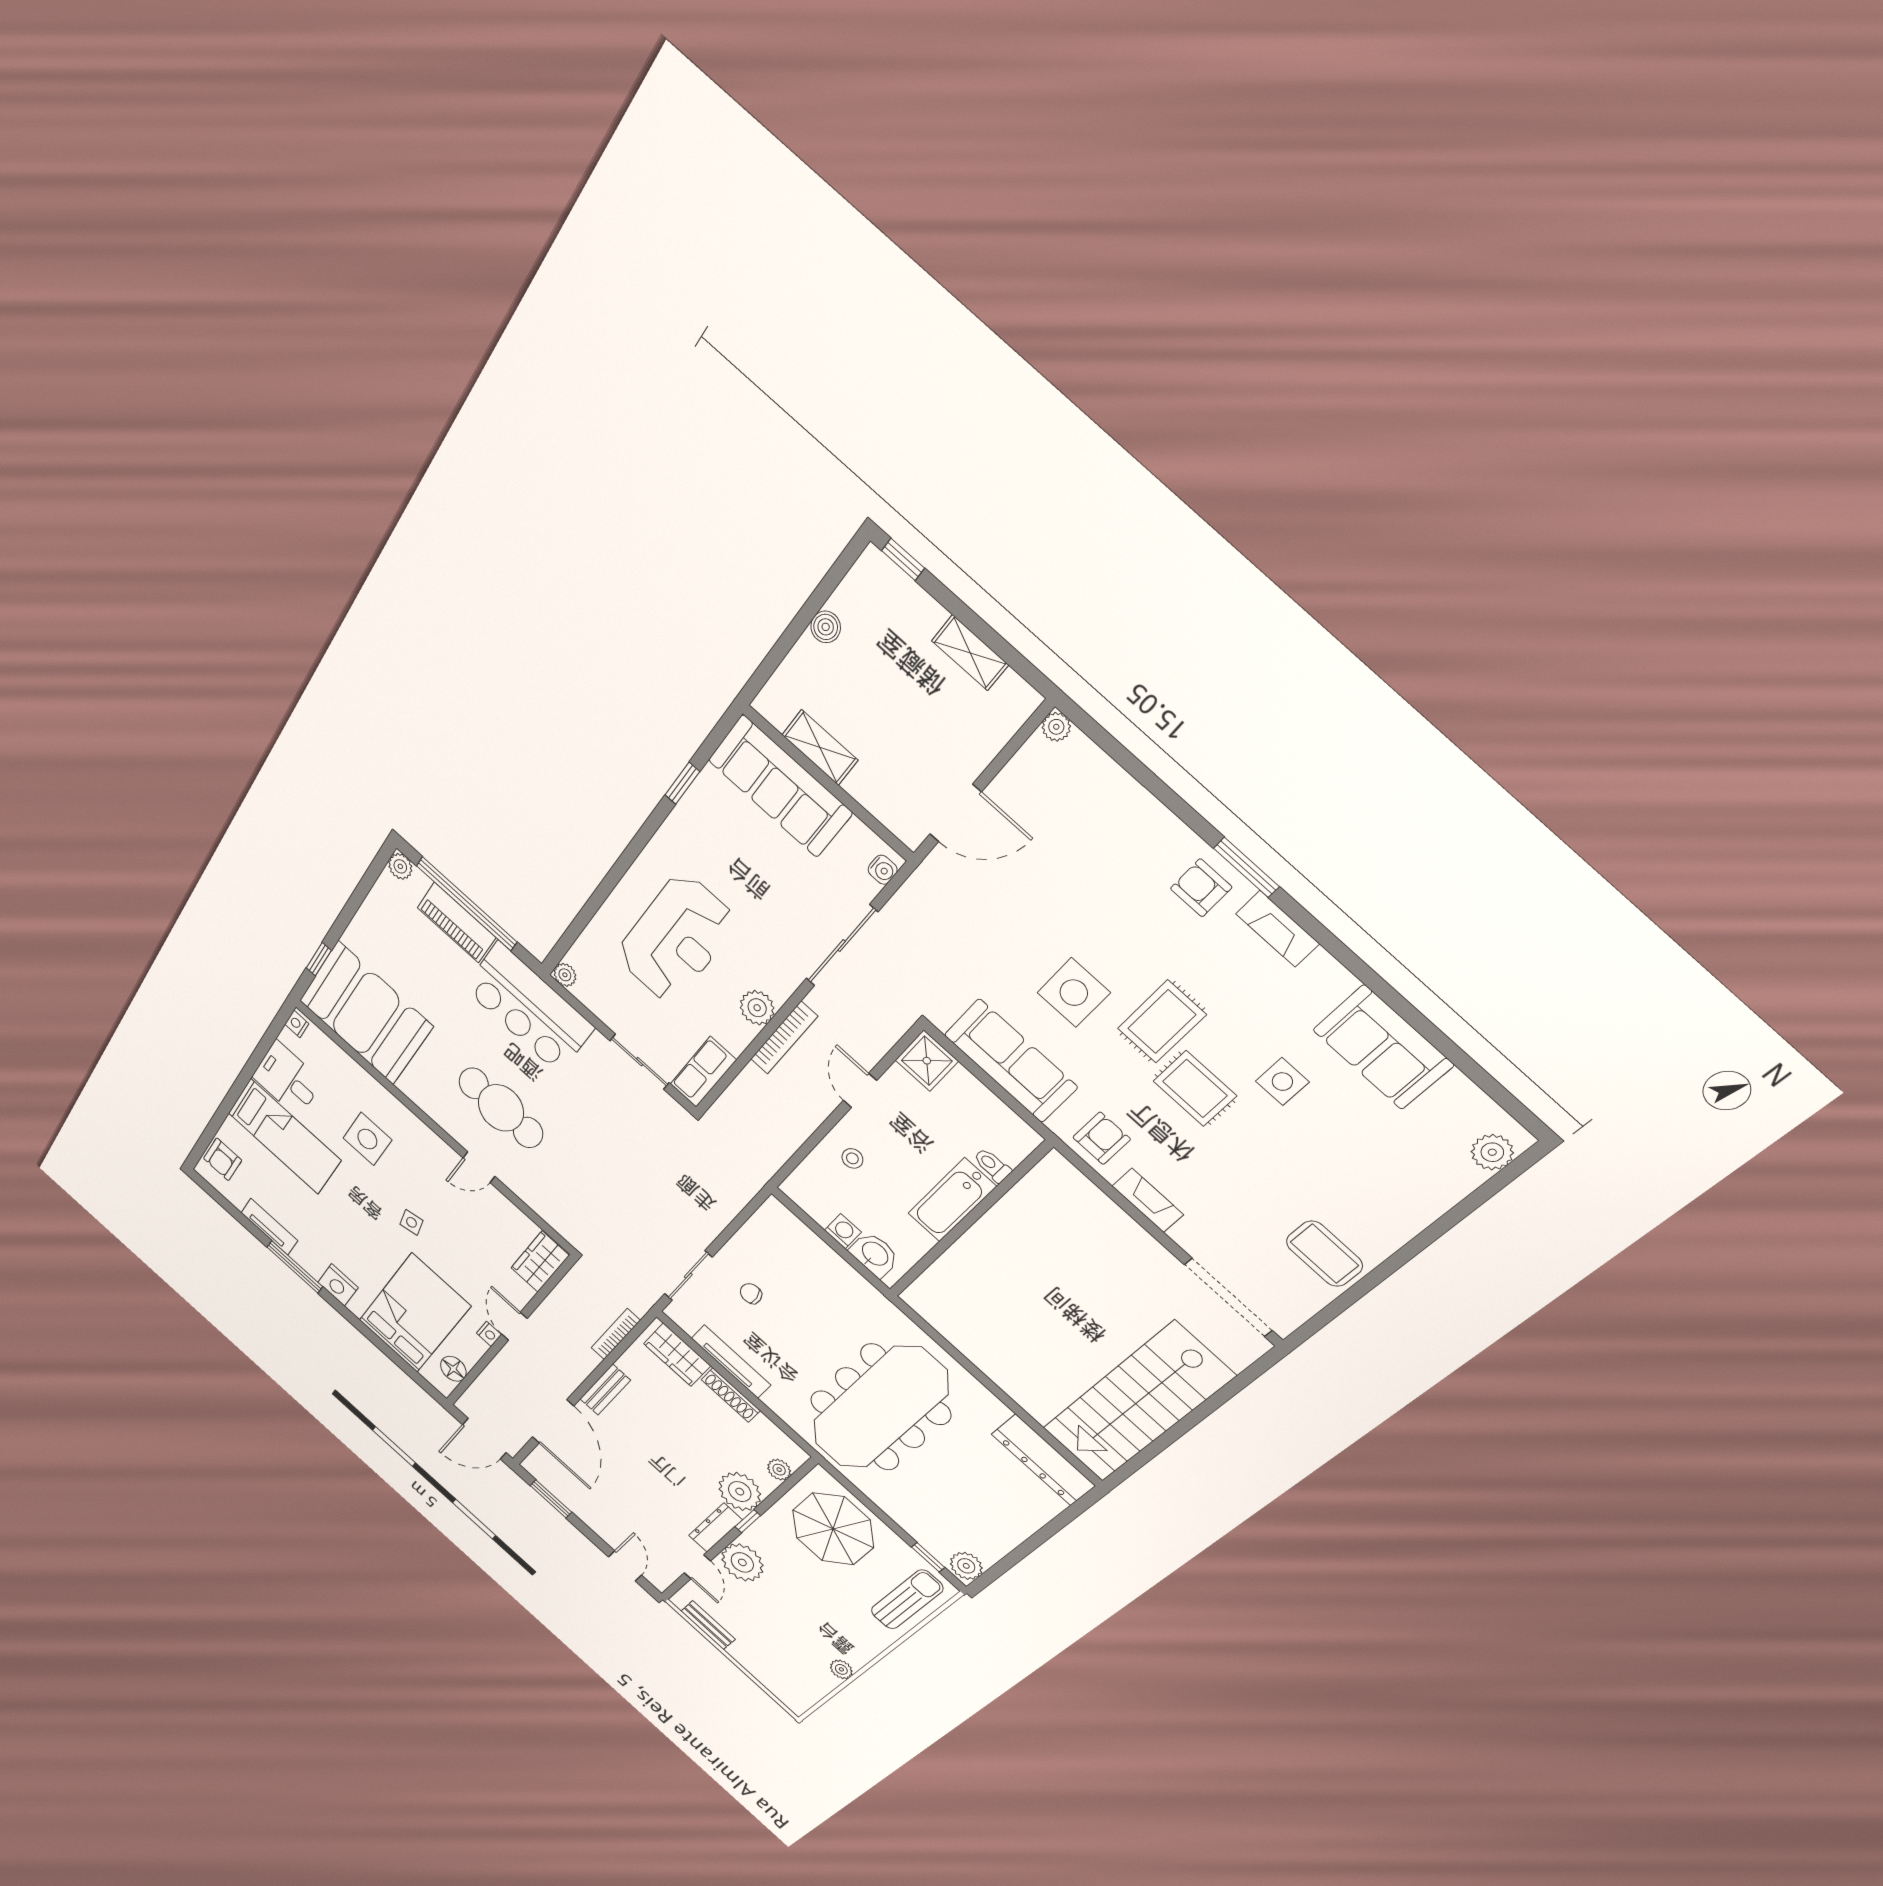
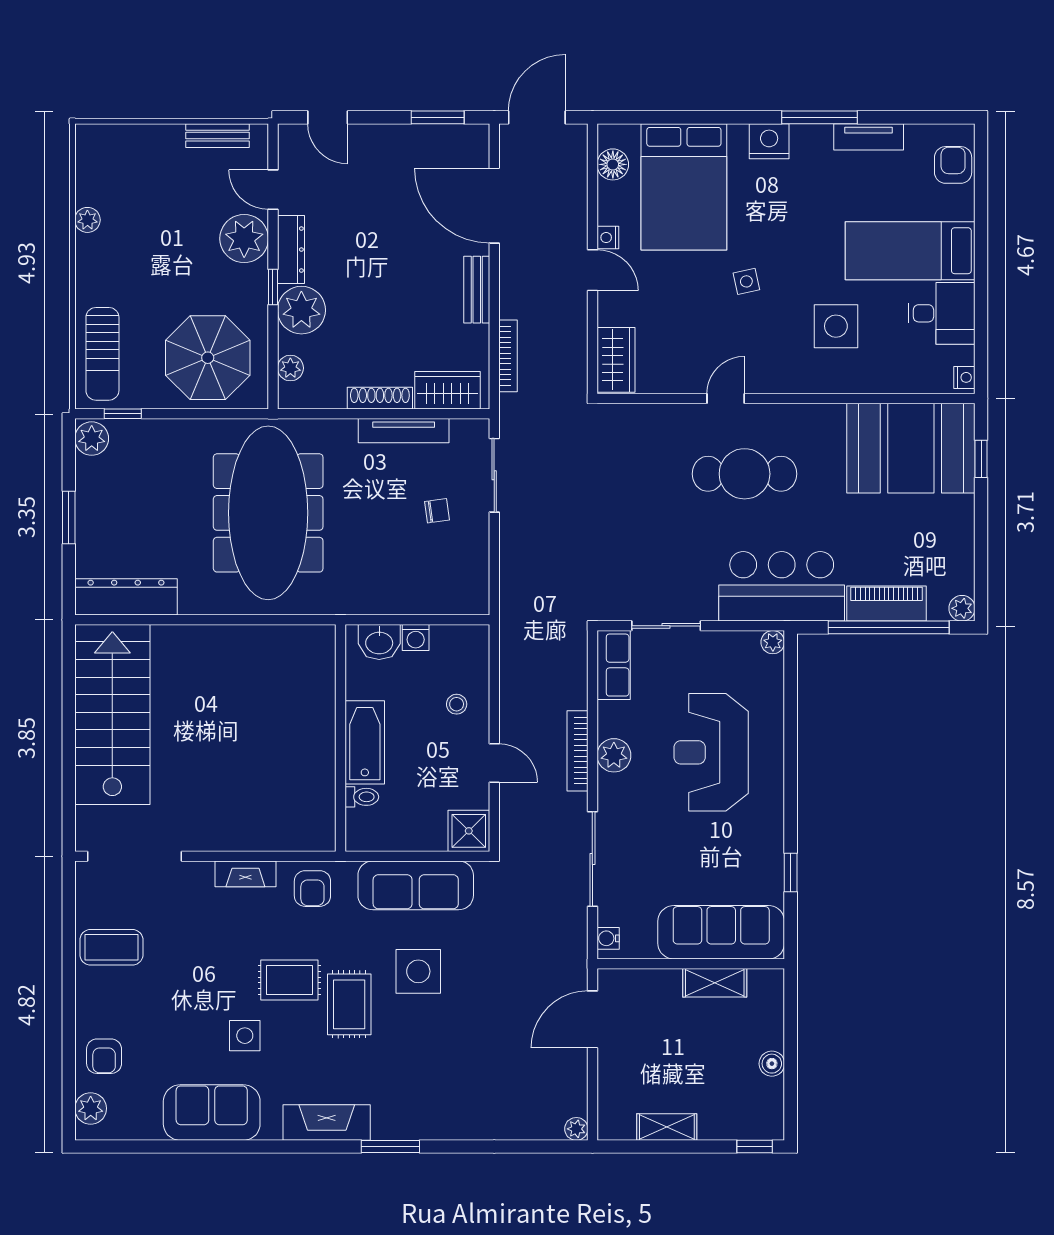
armchair: (1201, 888) -> (104, 1056), moved, turned 90
fireplace: (1278, 929) -> (327, 1123), width x1.37, depth x1.32
window: (1034, 1542) -> (69, 518), added

